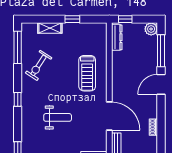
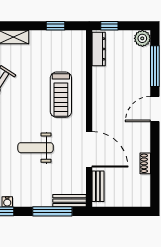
window: (72, 19) -> (56, 26), moved
weight bench: (58, 117) -> (36, 148), moved, turned 180

